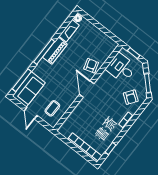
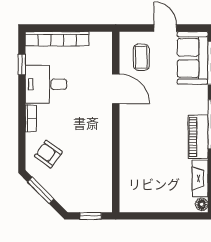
armchair: (91, 66) -> (134, 155), removed
desk: (121, 68) -> (46, 84), moved, turned 180
door: (87, 89) -> (116, 89), moved

